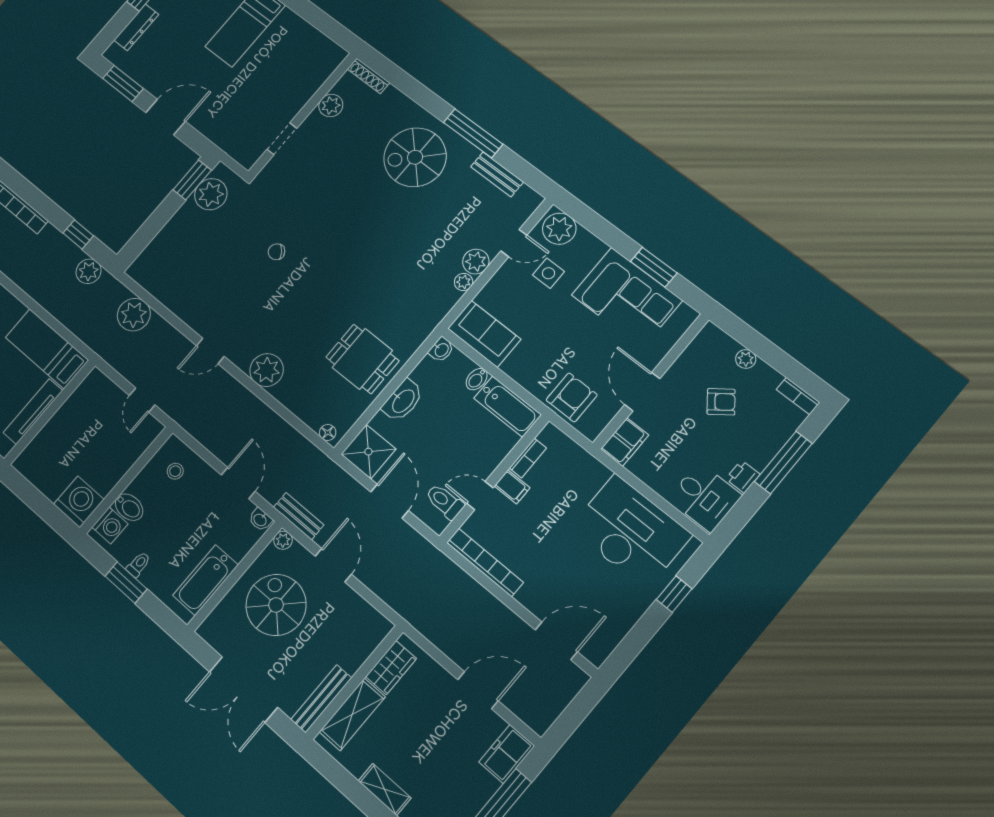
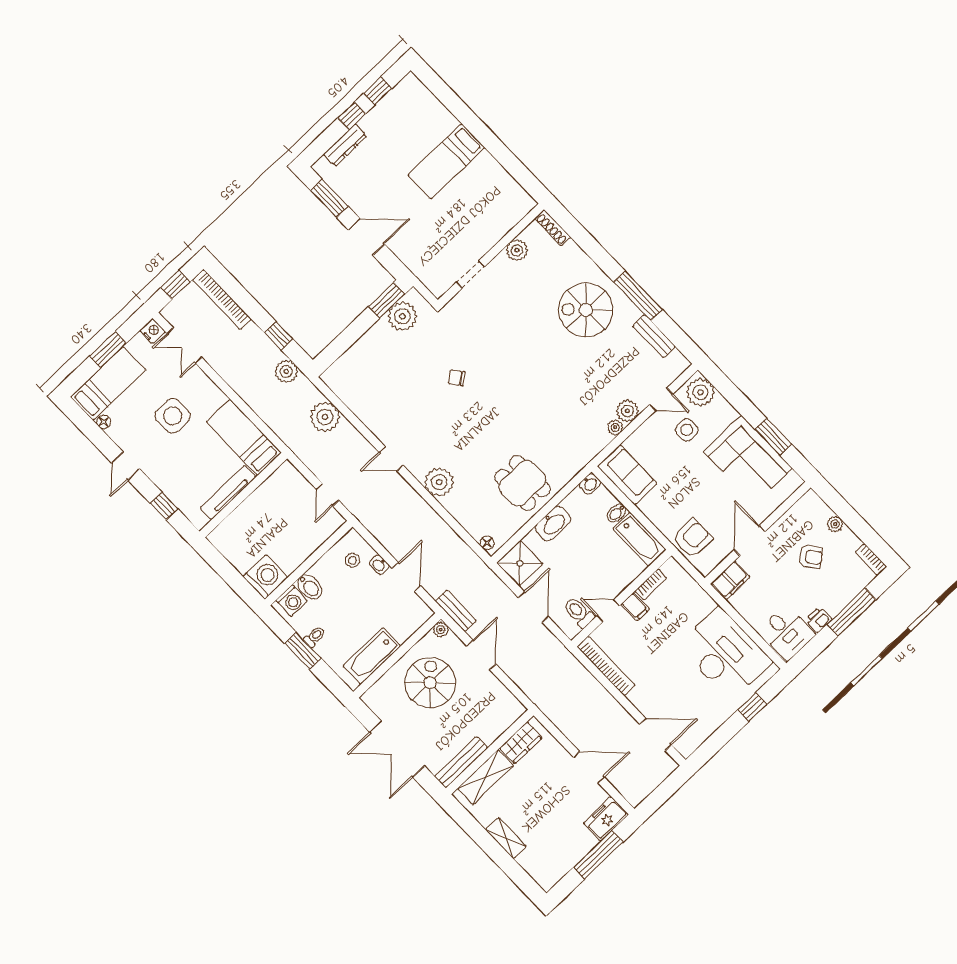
washbasin: (260, 520) -> (379, 565), moved

